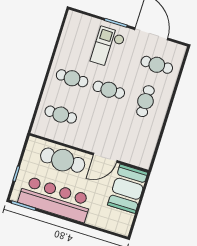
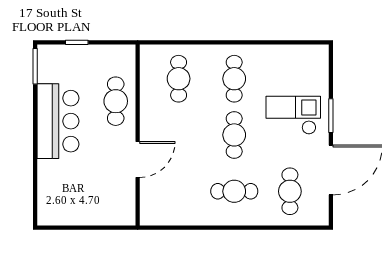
door: (105, 158) -> (138, 159), swing flipped
cafe table: (63, 160) -> (116, 101), width x0.73, depth x0.74
booth: (128, 189) -> (104, 204), removed
bar counter: (55, 199) -> (58, 121), width x0.73

